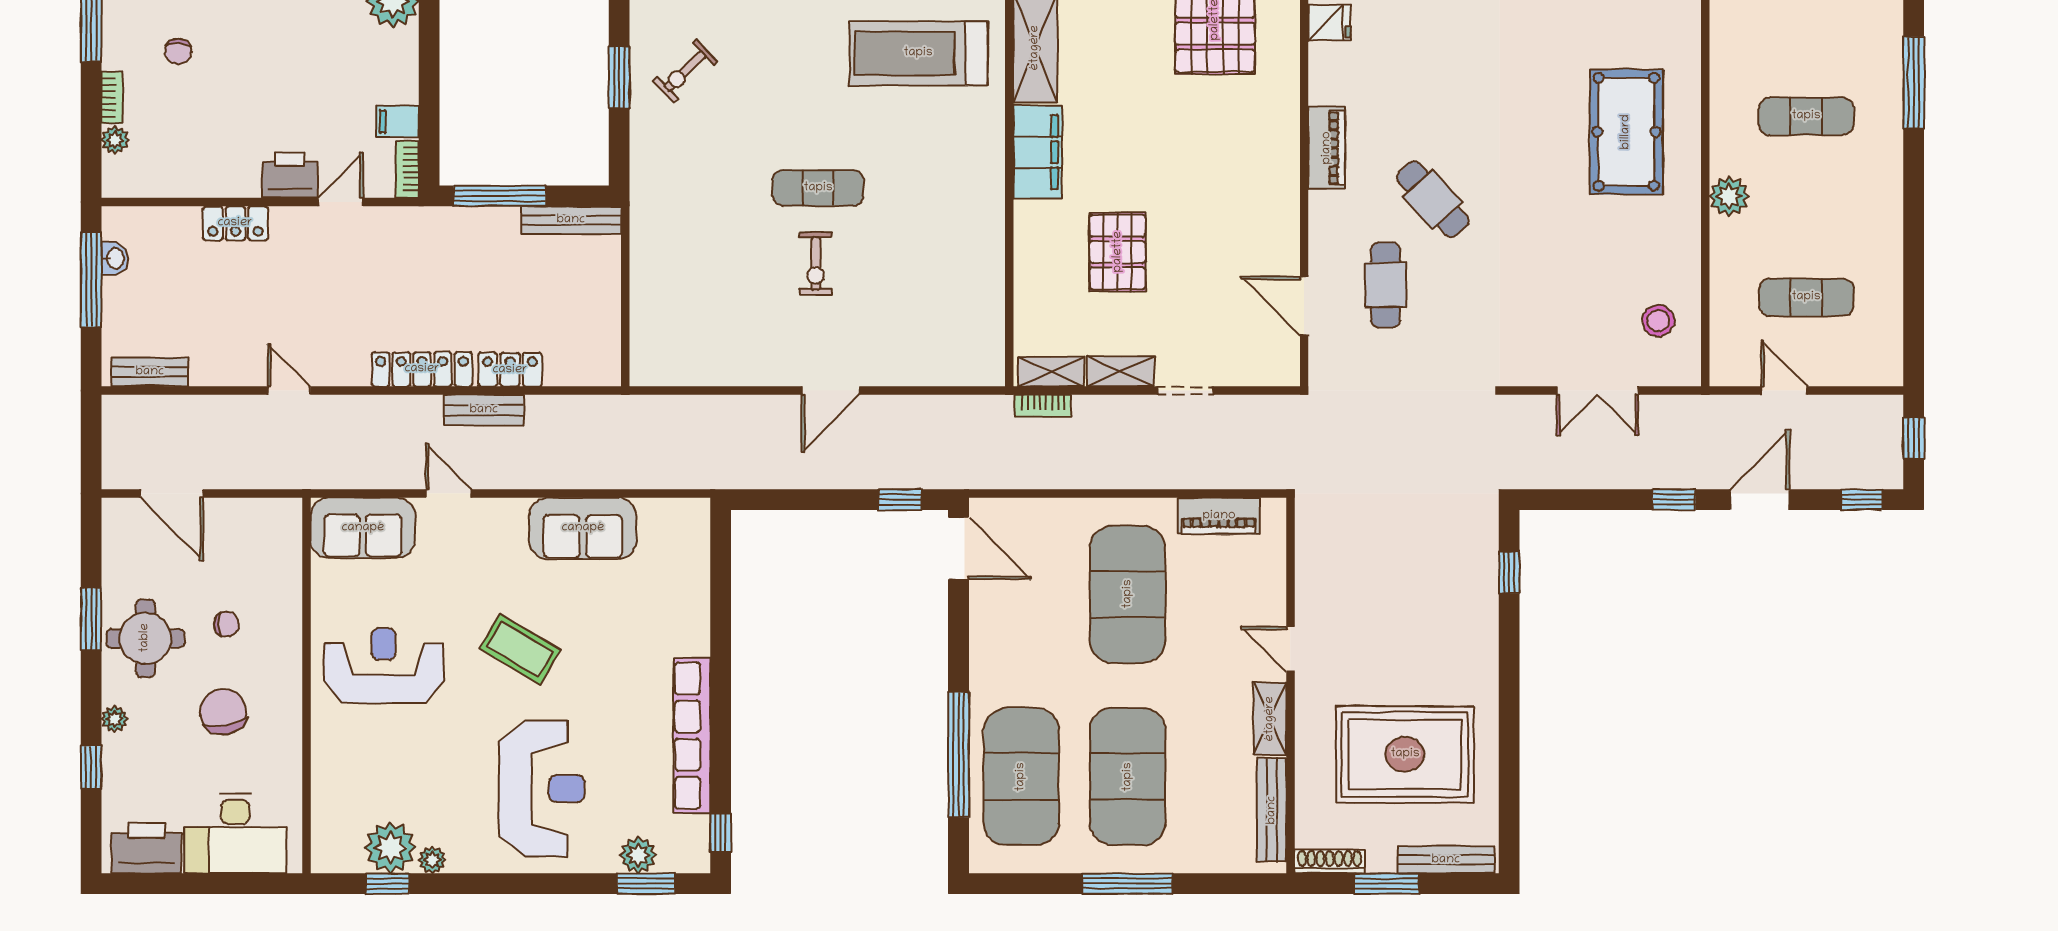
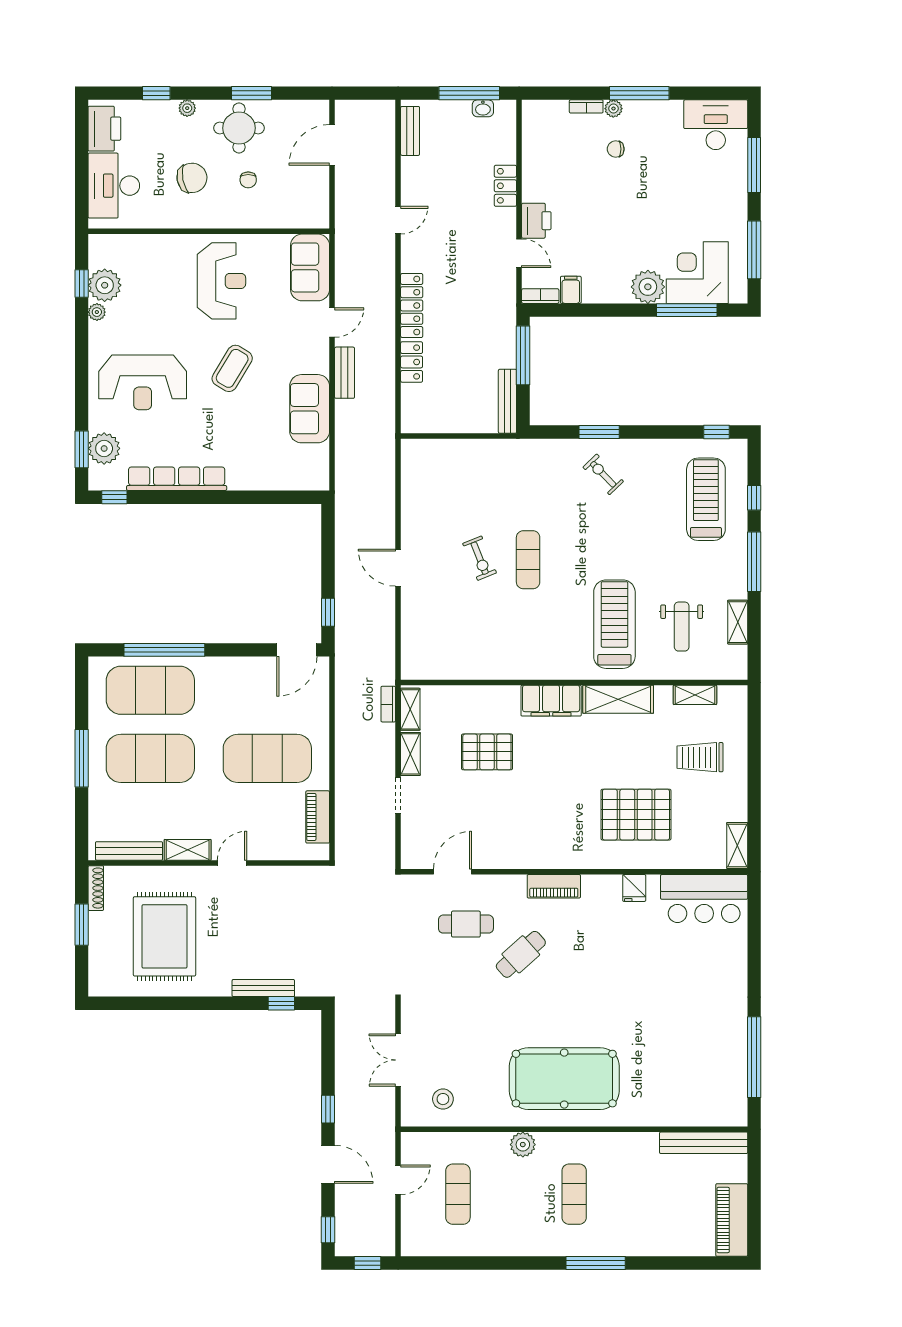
pool table: (1626, 132) -> (564, 1079), width x1.36, depth x1.32
plant: (115, 140) -> (613, 109), moved
exercise bike: (816, 264) -> (480, 558), turned -112
bench: (484, 410) -> (345, 373), moved
plant: (638, 855) -> (104, 448), width x1.36, depth x1.36
bench: (1446, 860) -> (263, 988), moved, turned 90

